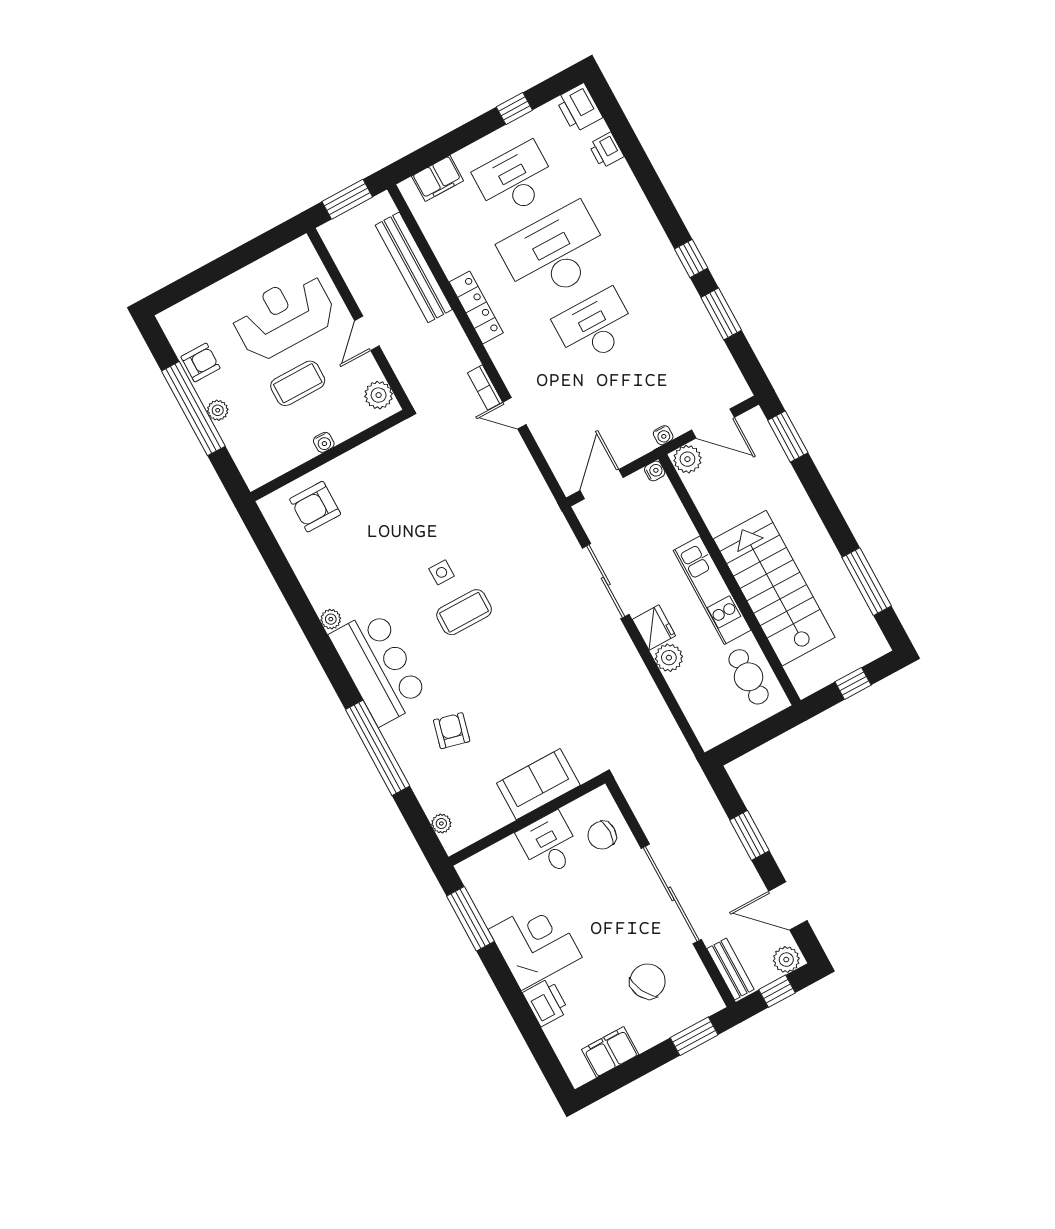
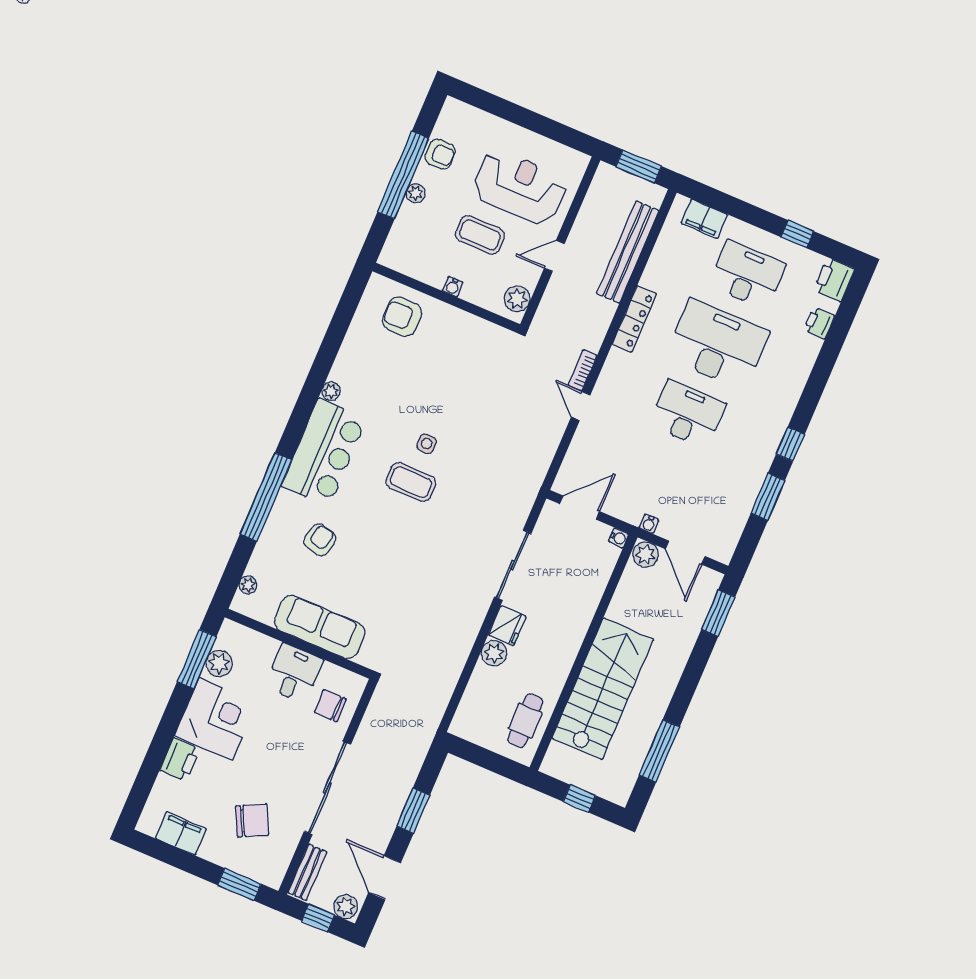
kitchen unit: (712, 590) -> (566, 646), removed
sofa: (538, 784) -> (320, 627), width x1.36
plant: (489, 902) -> (219, 663), added

